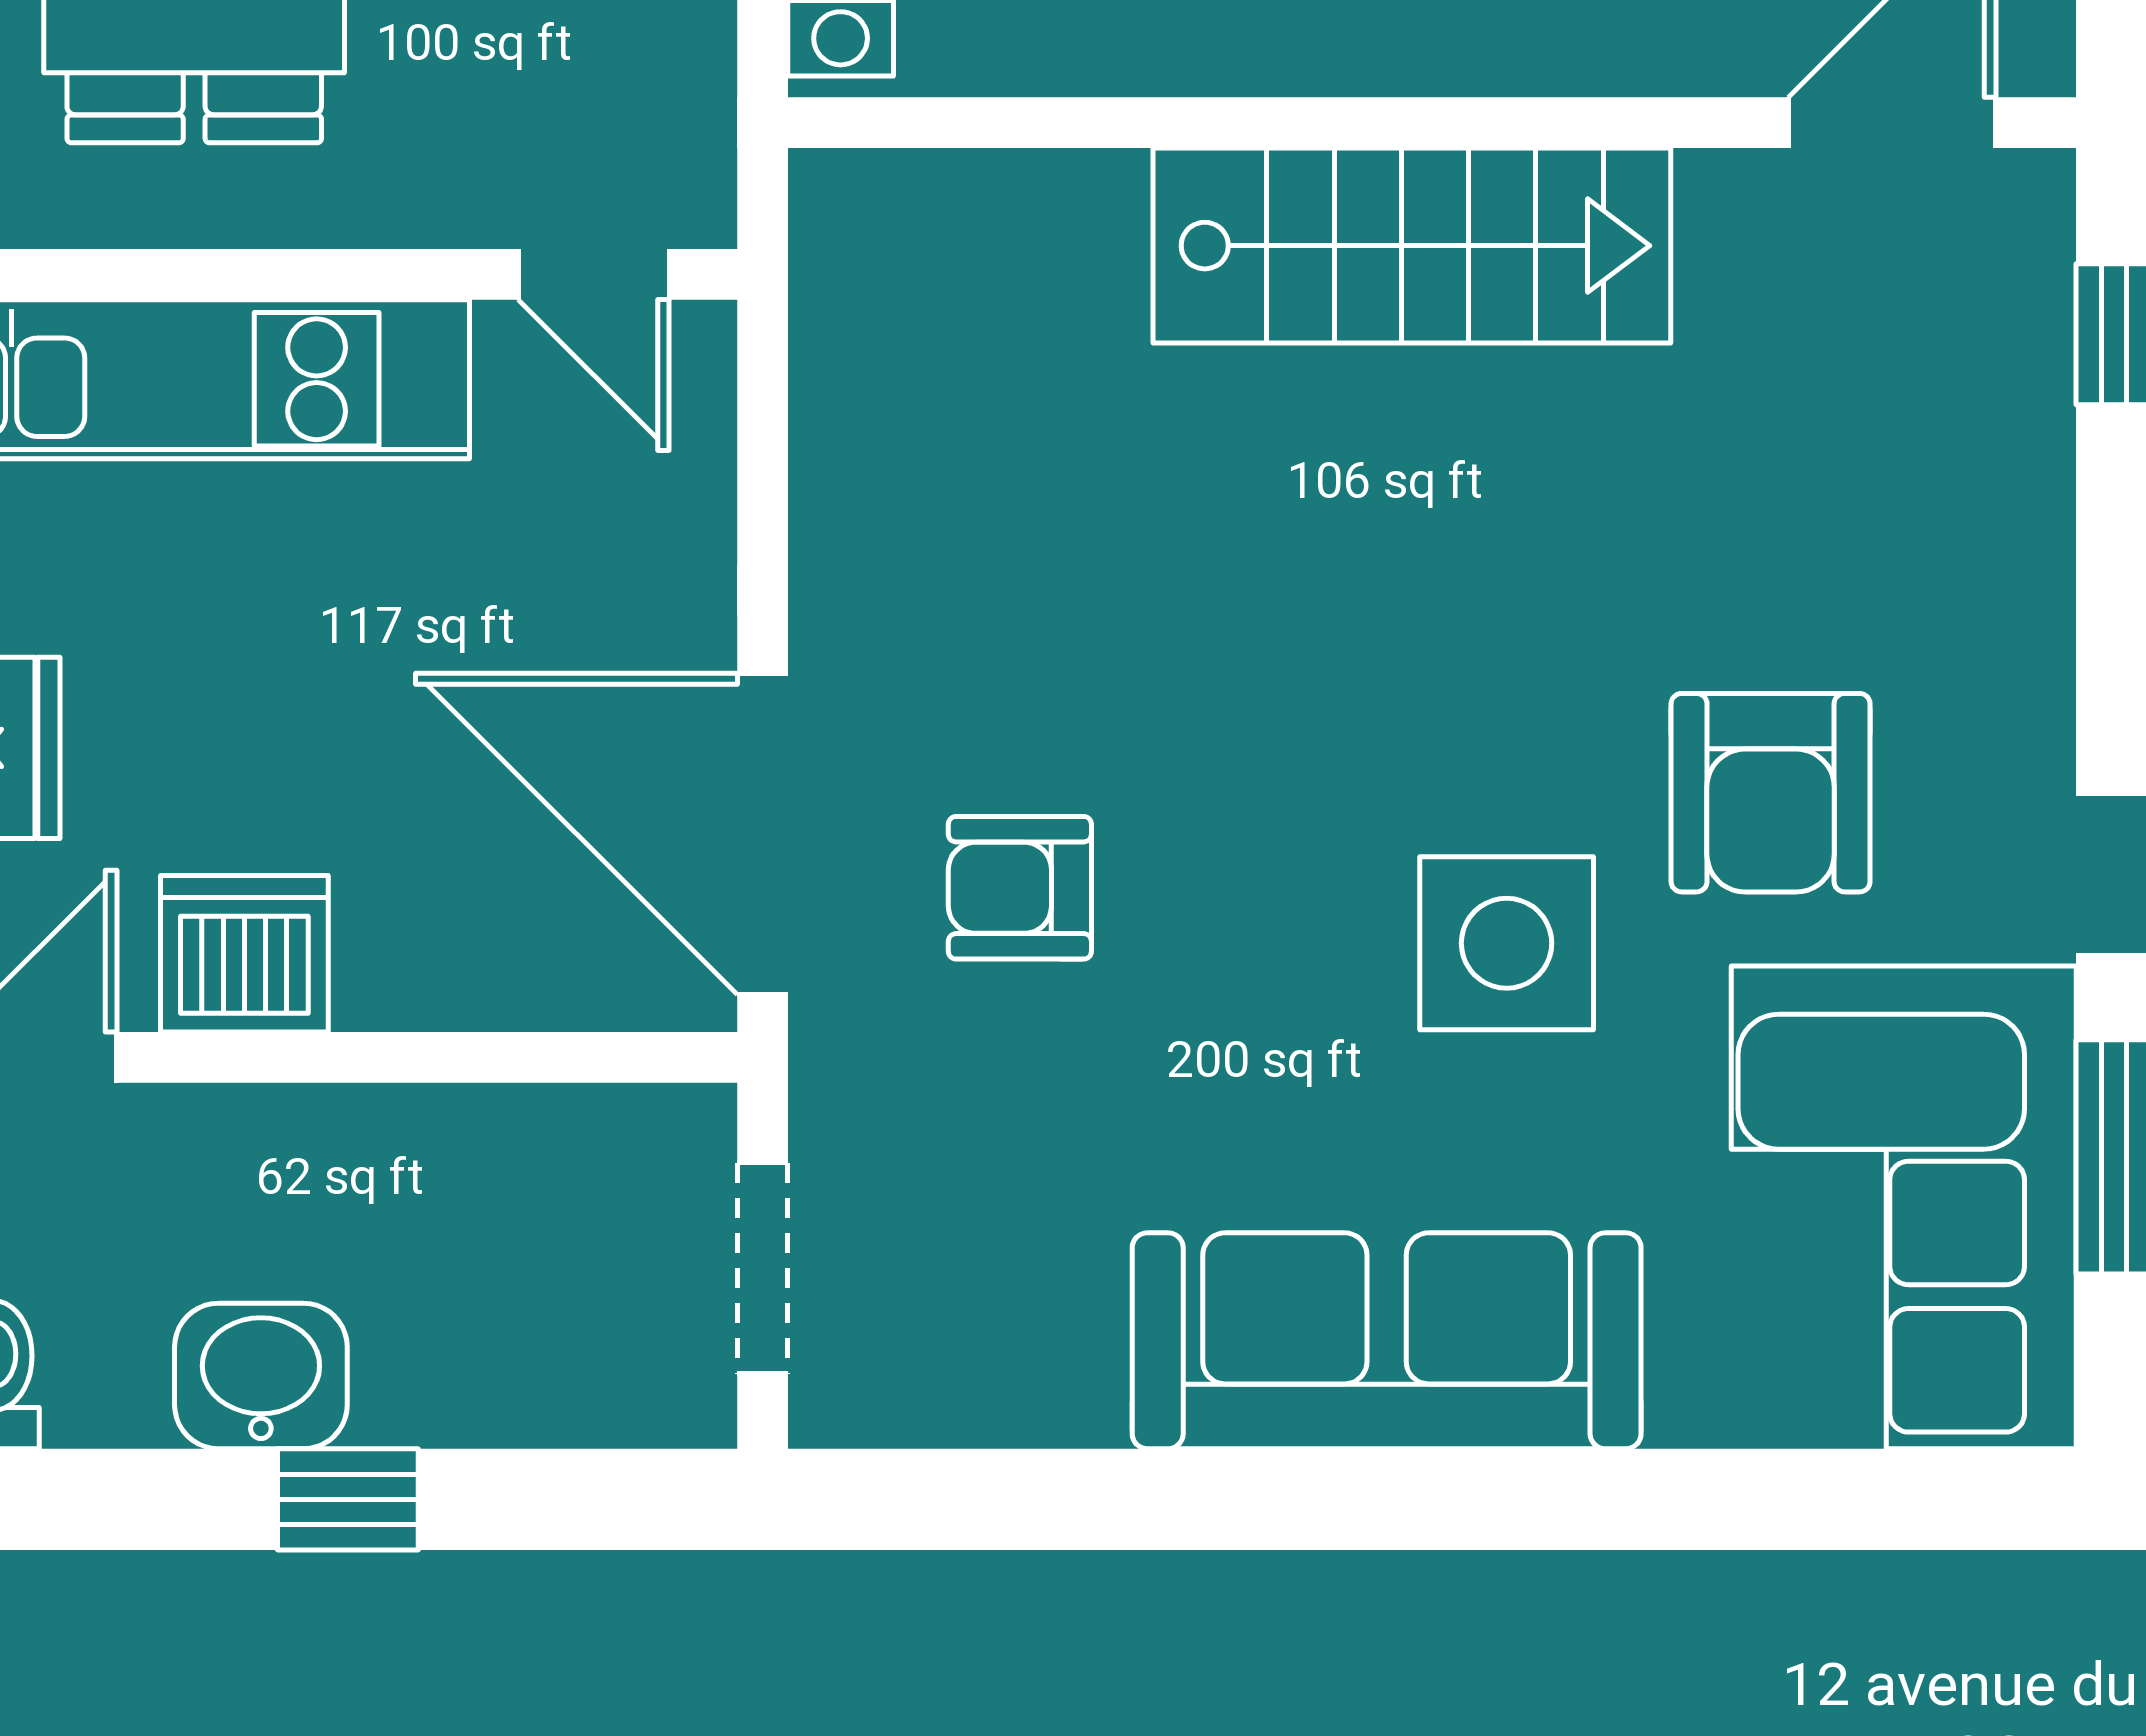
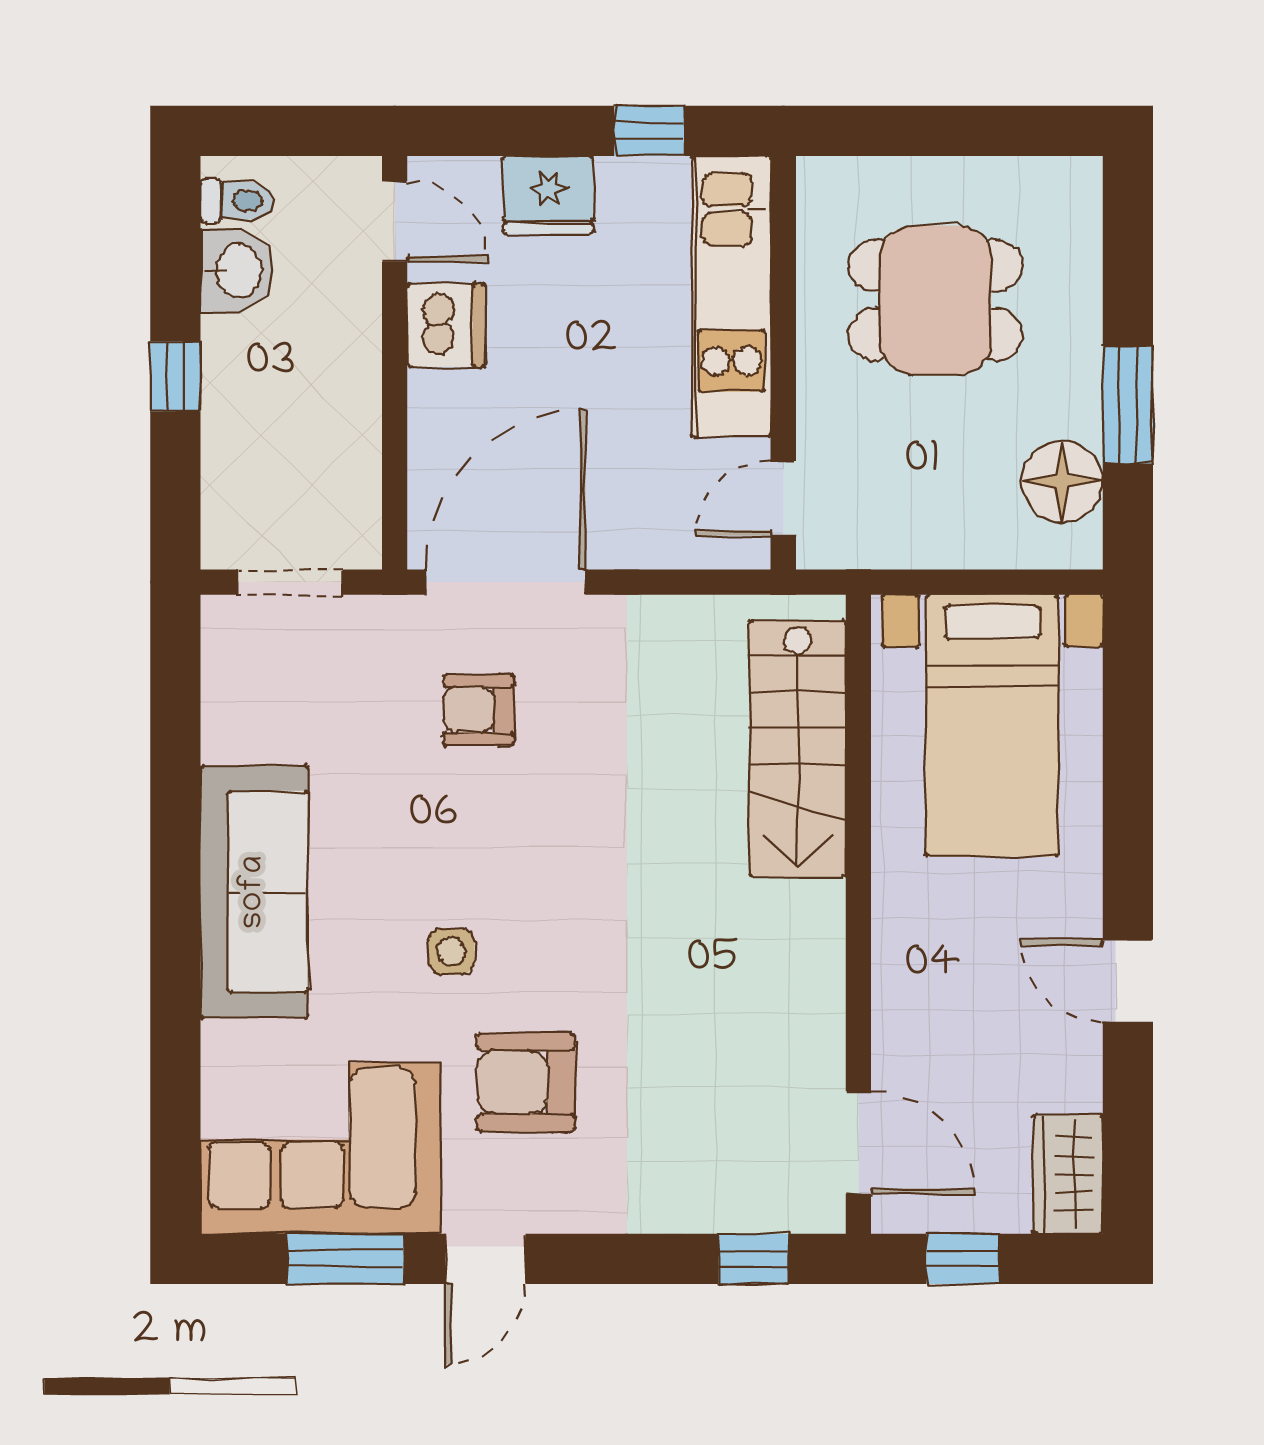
stairs: (1412, 246) -> (797, 748), moved
armchair: (1020, 888) -> (479, 710), turned -90
side table: (1507, 943) -> (451, 951), width x0.54, depth x0.54
washbasin: (261, 1376) -> (237, 271), moved

